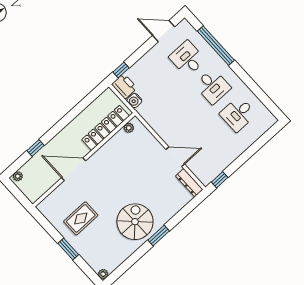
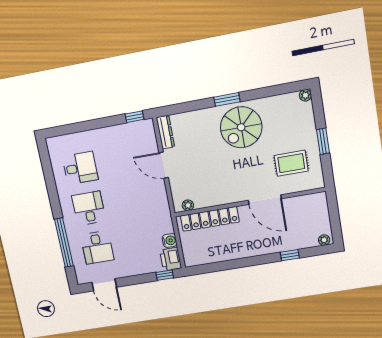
locker: (106, 128) -> (210, 219), moved
plant: (129, 128) -> (188, 205), moved
wall: (84, 160) -> (249, 202), moved
door: (74, 169) -> (265, 200), moved

